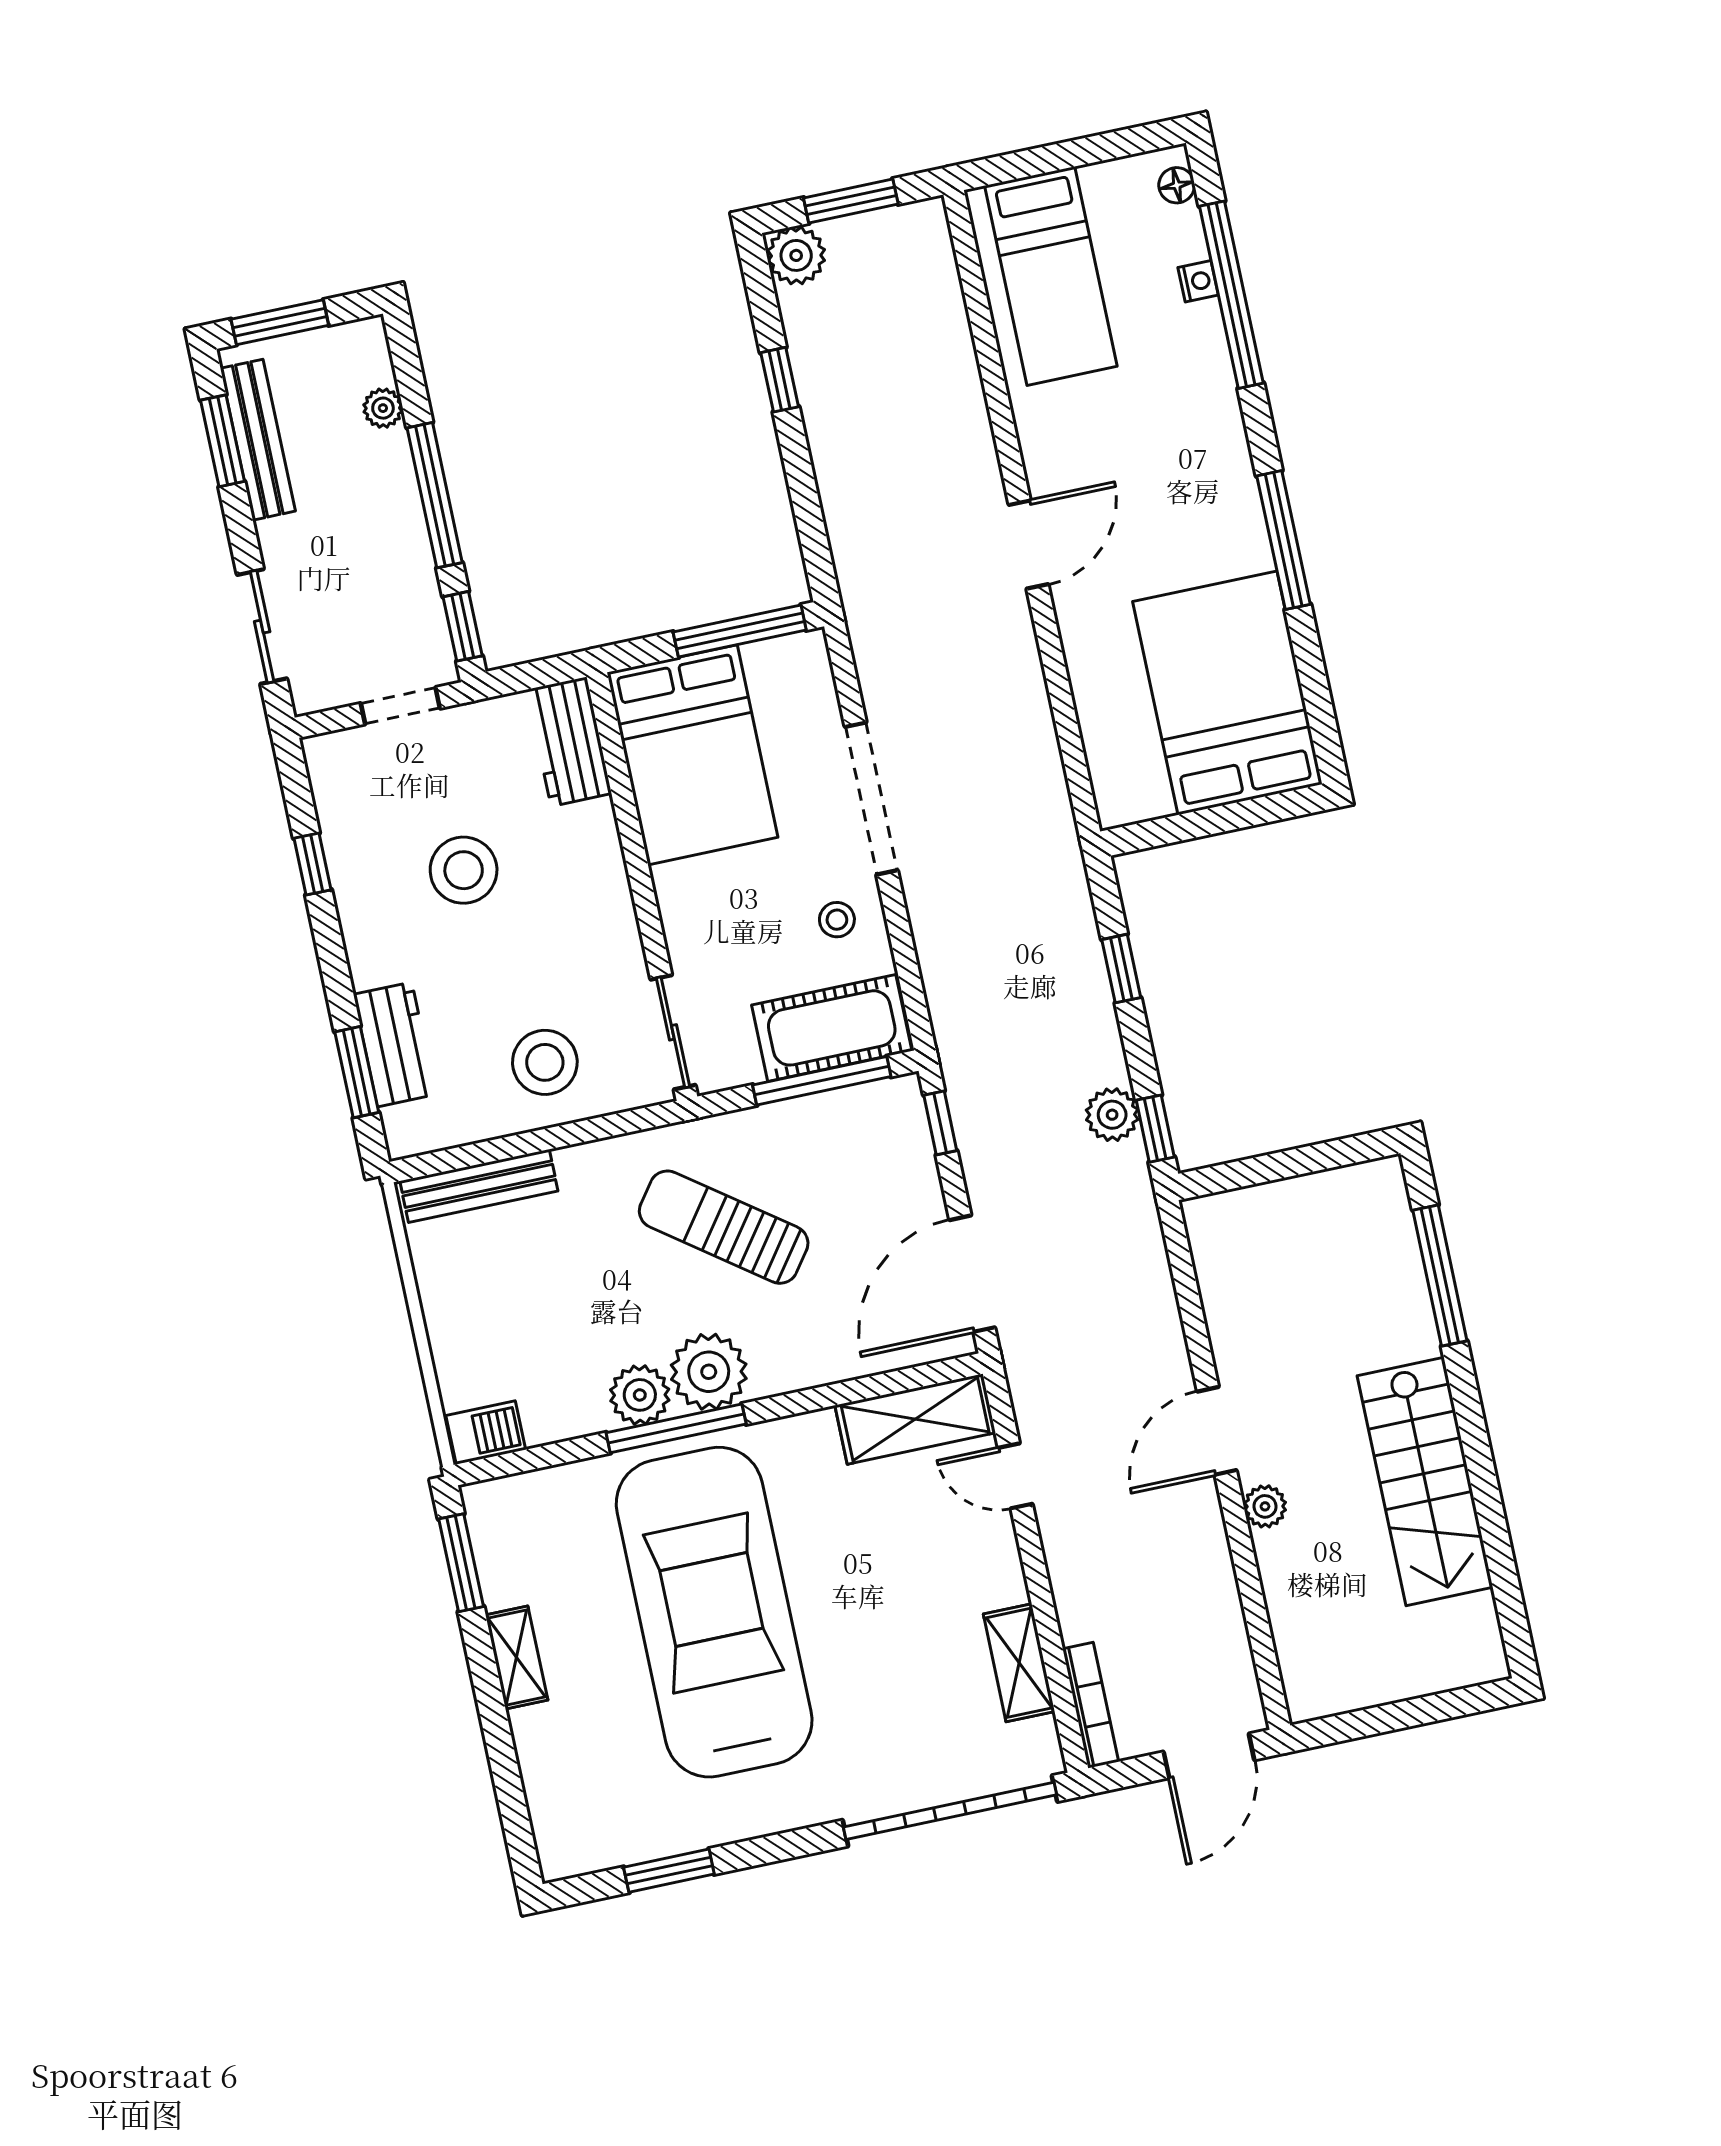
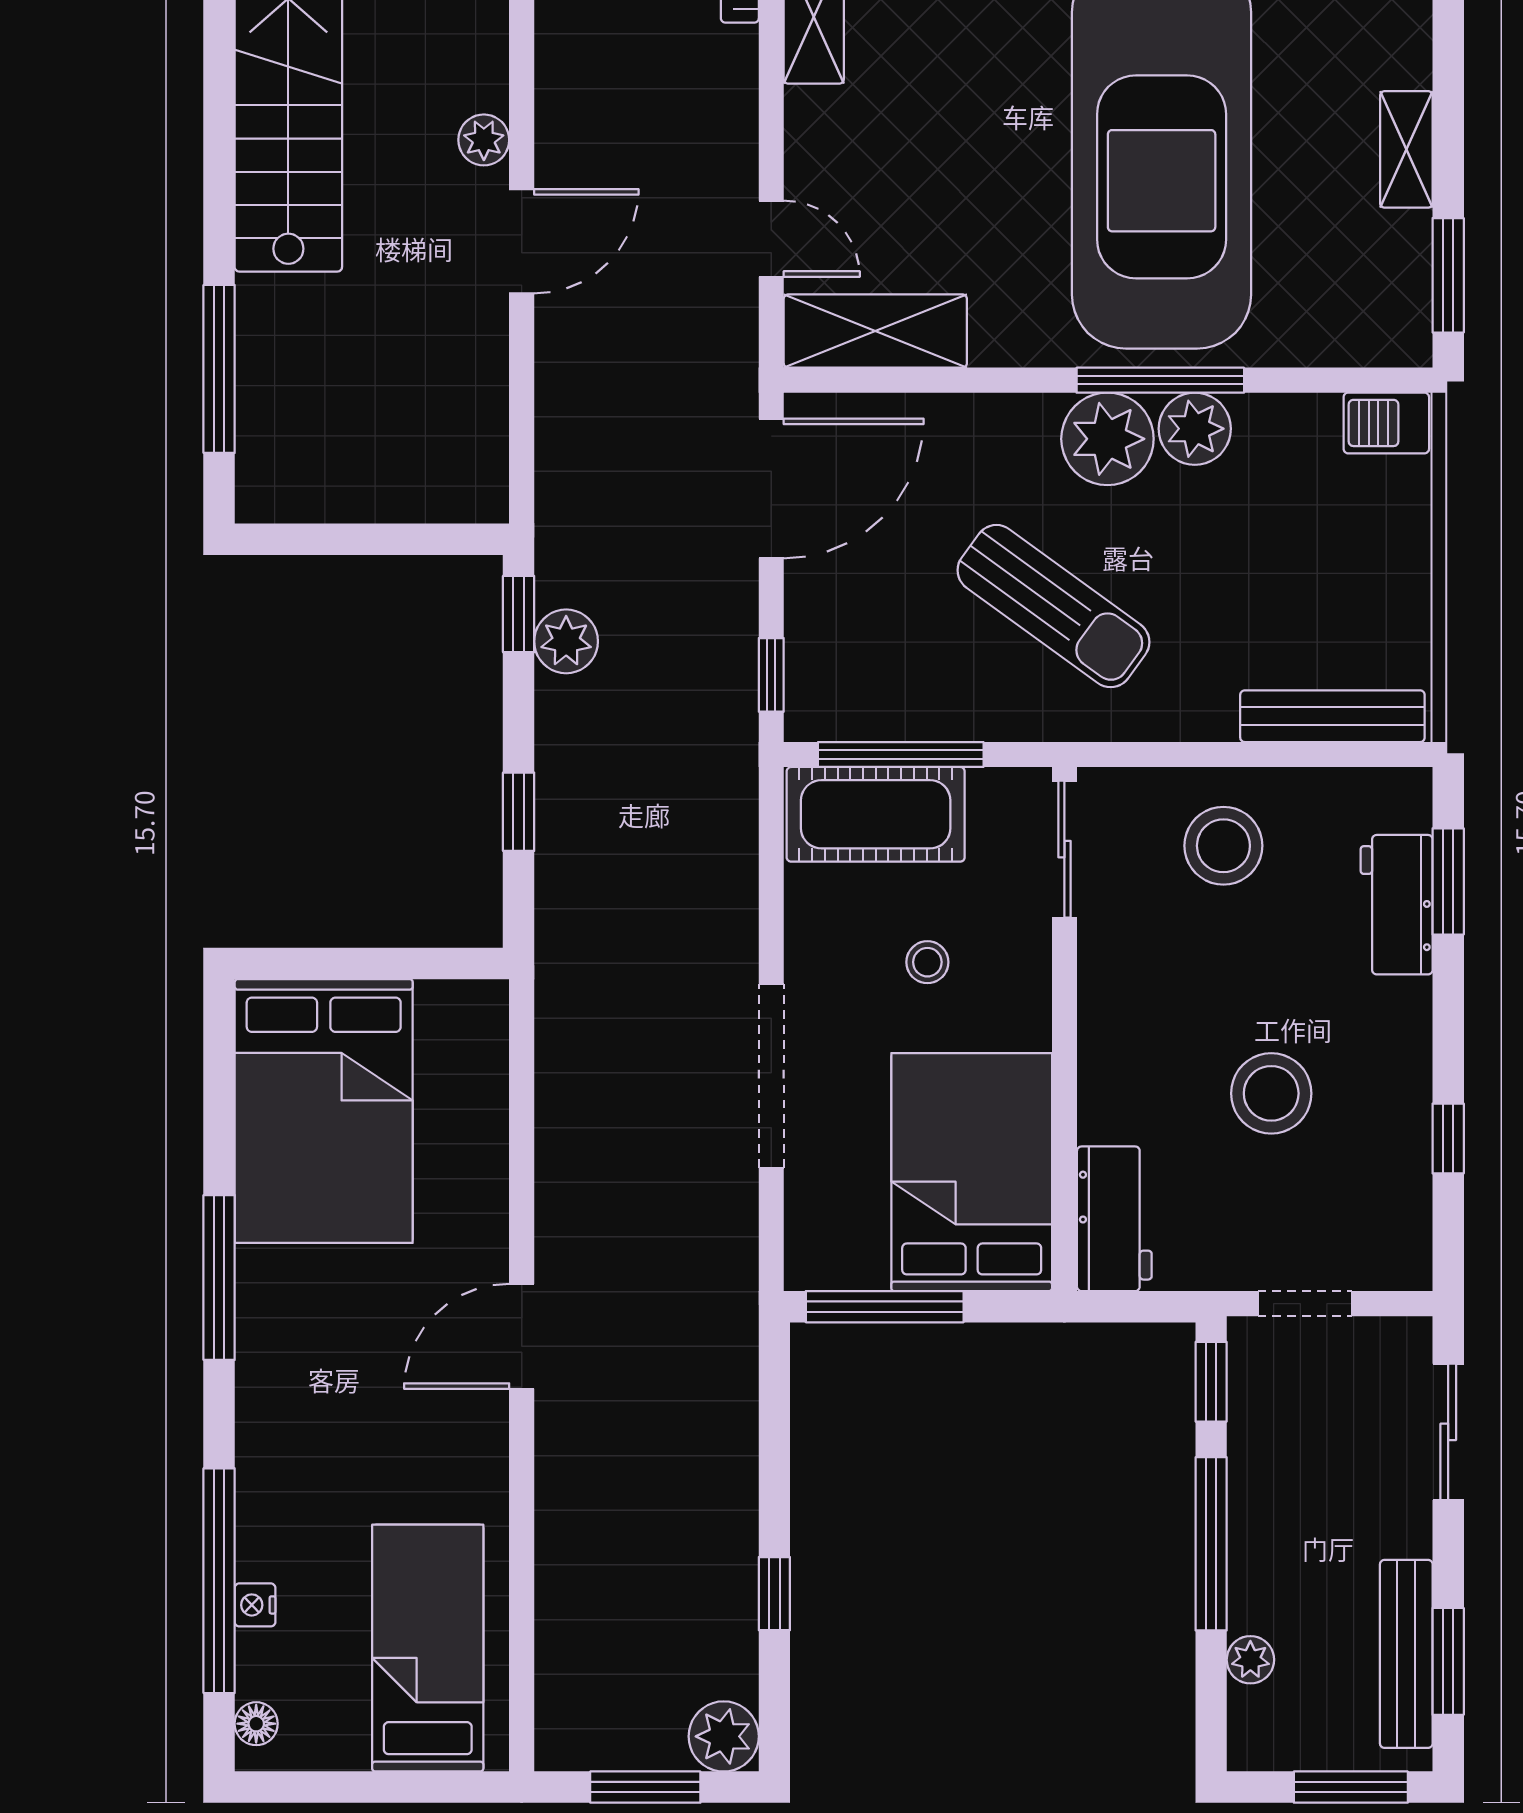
stool: (837, 920) -> (927, 962), moved

